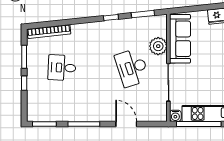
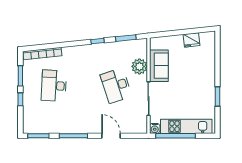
sofa: (180, 39) -> (159, 66), width x0.73
desk: (62, 68) -> (54, 86), width x1.37

